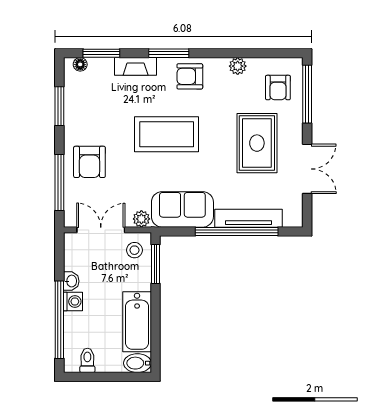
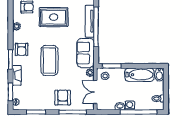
armchair: (89, 162) -> (63, 98), turned -90

